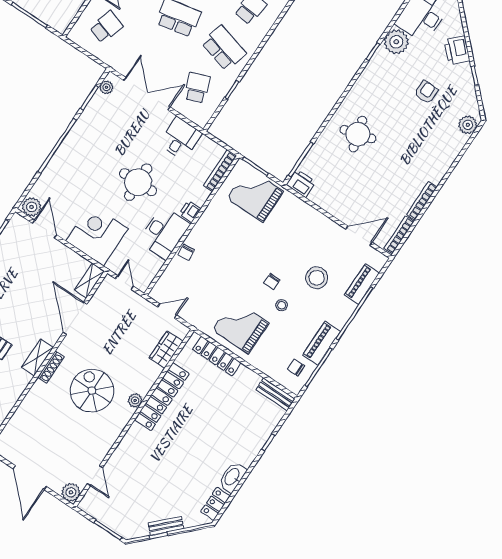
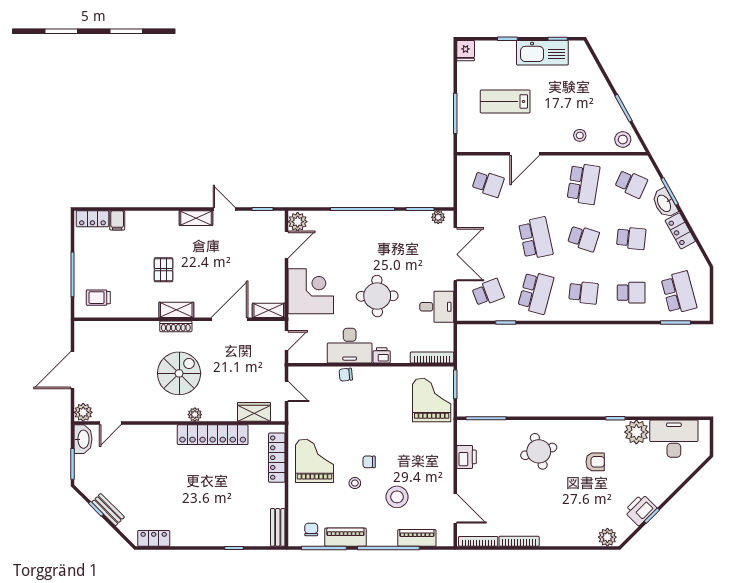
printer: (457, 50) -> (640, 510), moved
armchair: (426, 92) -> (595, 462), moved
printer: (301, 183) -> (467, 457), moved
washbasin: (232, 477) -> (83, 439), moved, turned 90

